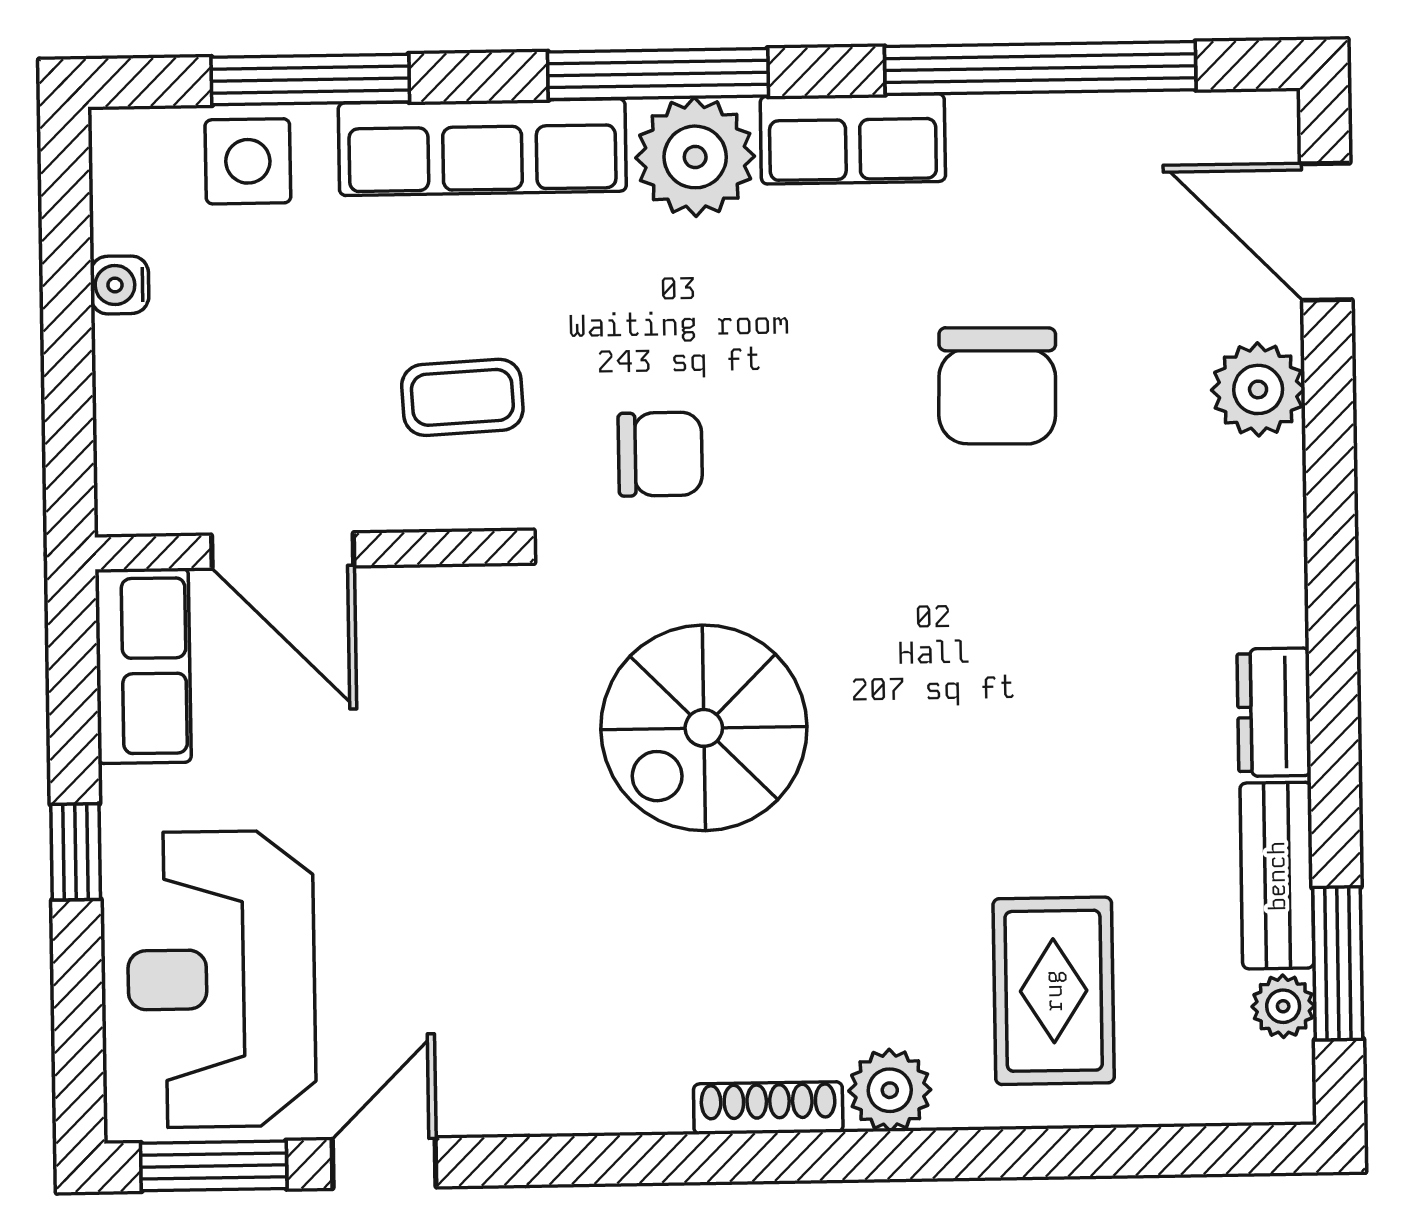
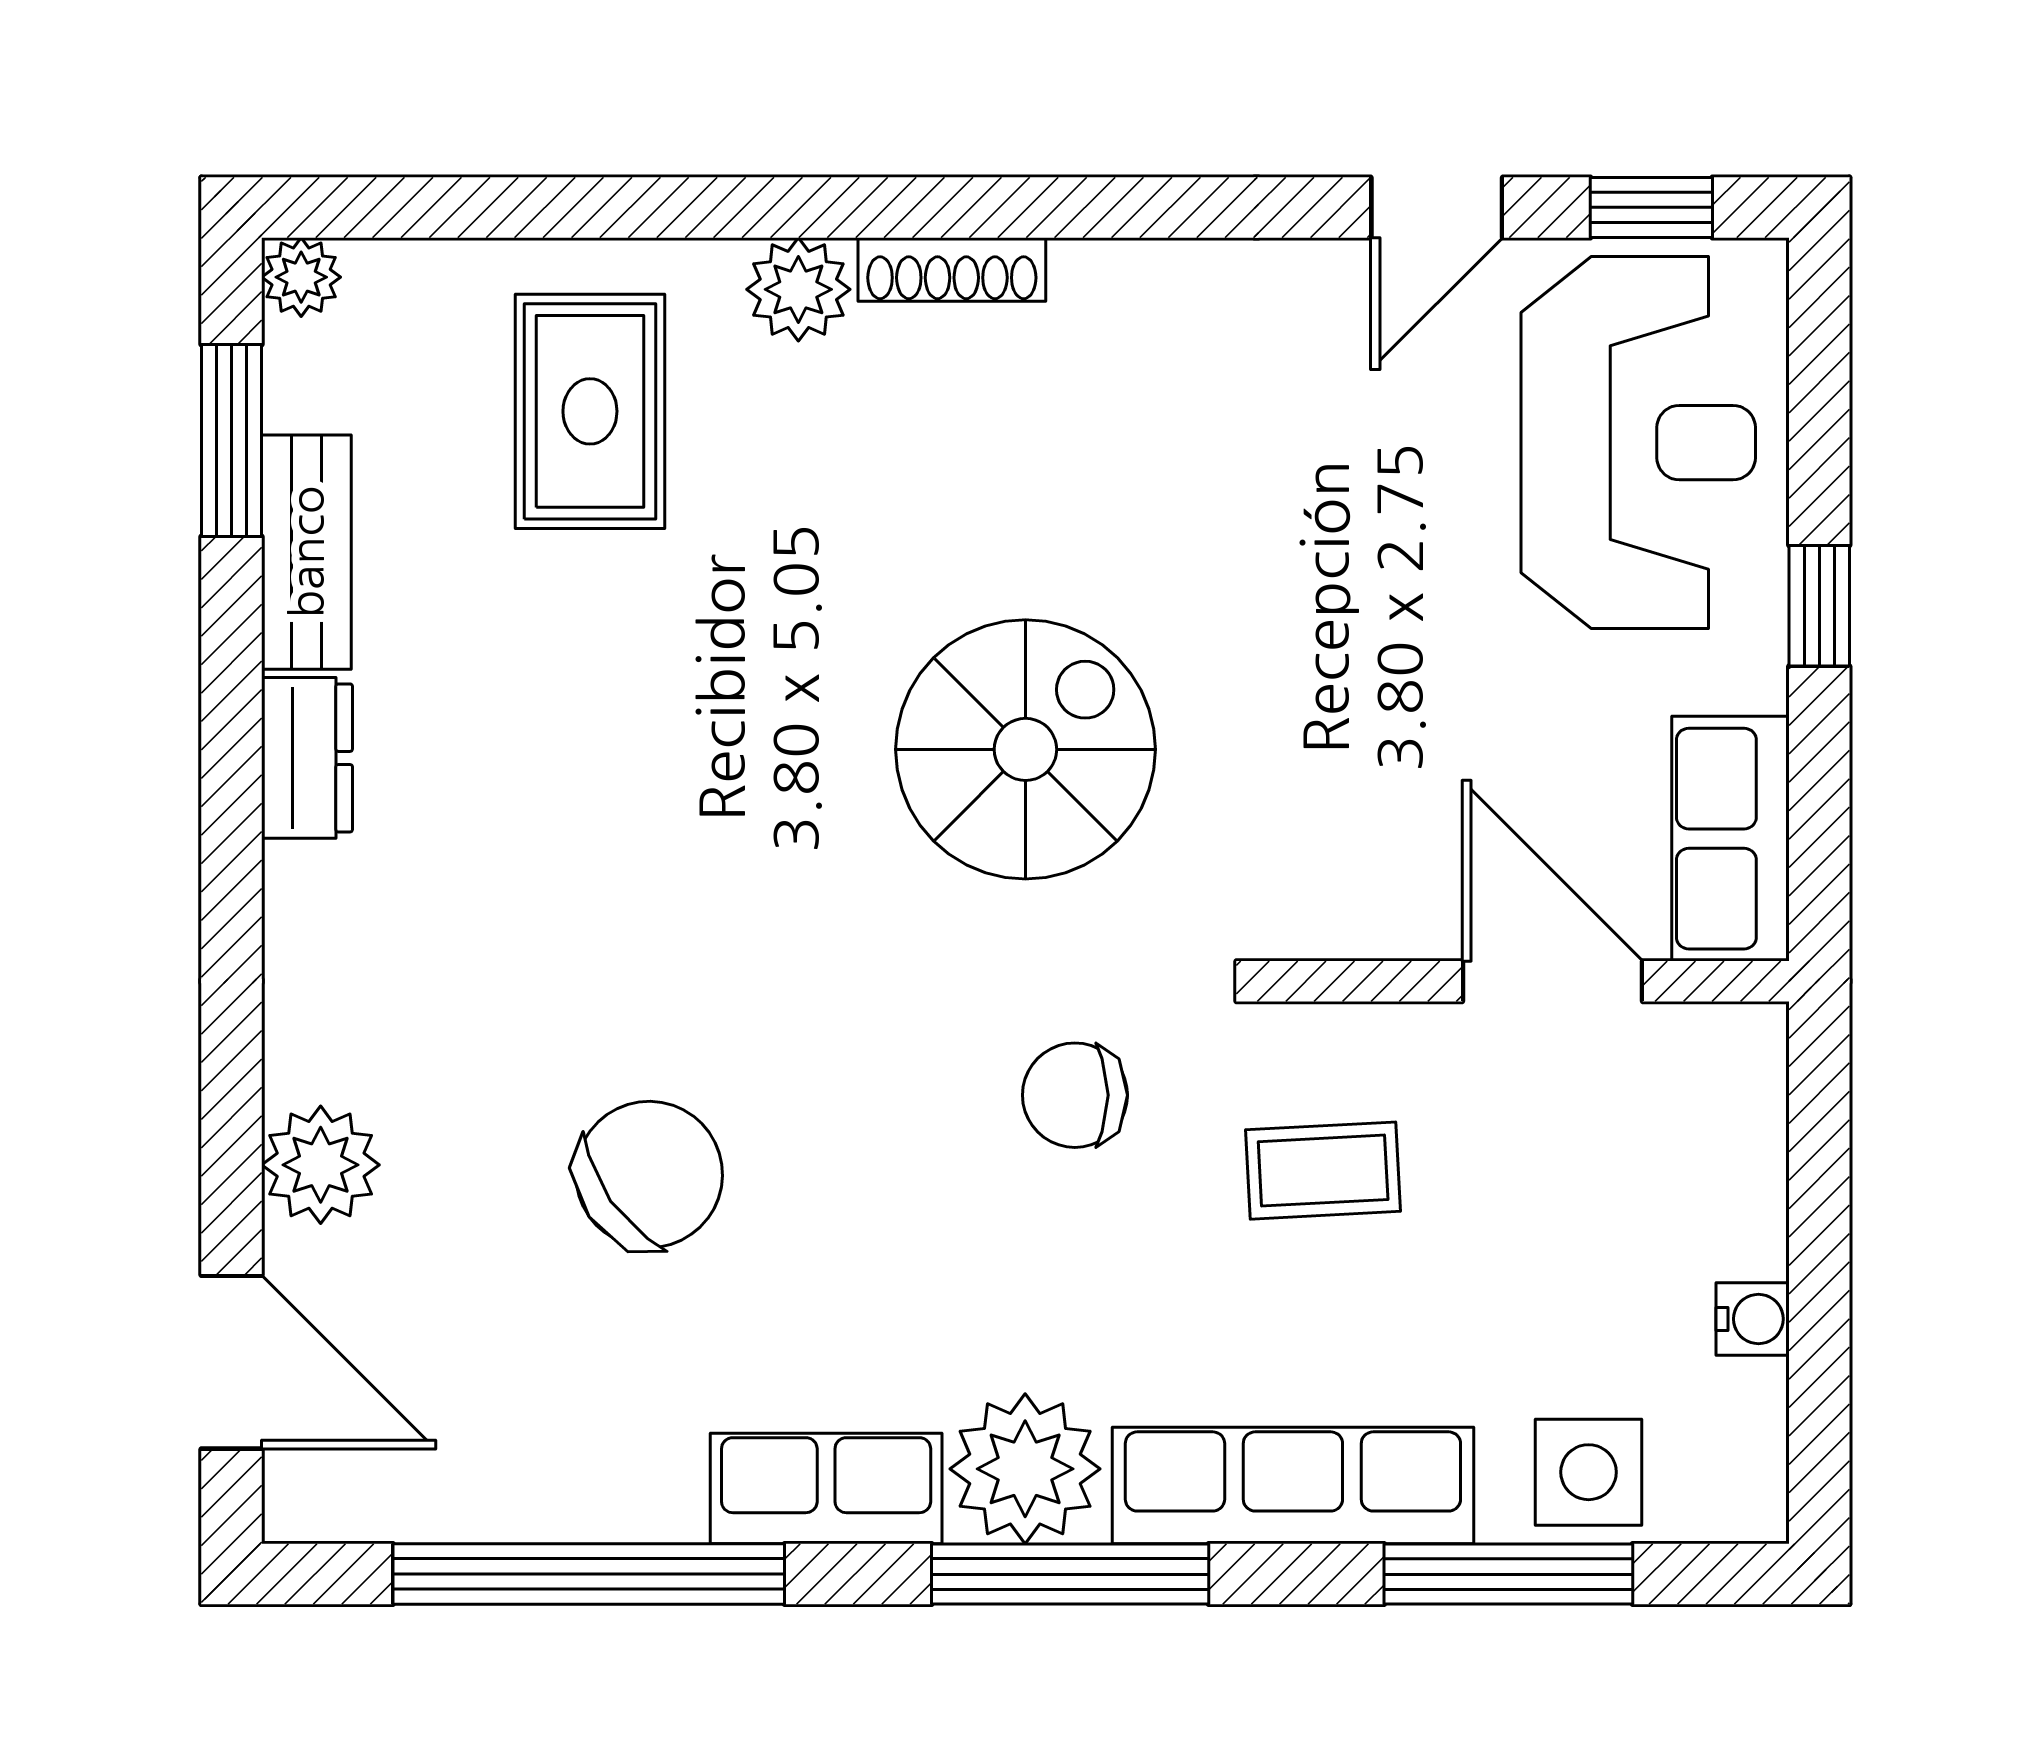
chair: (997, 386) -> (649, 1174), turned 54
plant: (1283, 1006) -> (301, 277), moved
window: (214, 1166) -> (1651, 207), width x0.67

